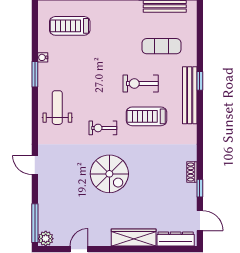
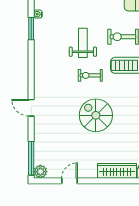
weight bench: (57, 108) -> (83, 43), moved
spiral stairs: (109, 174) -> (96, 115), turned 180

